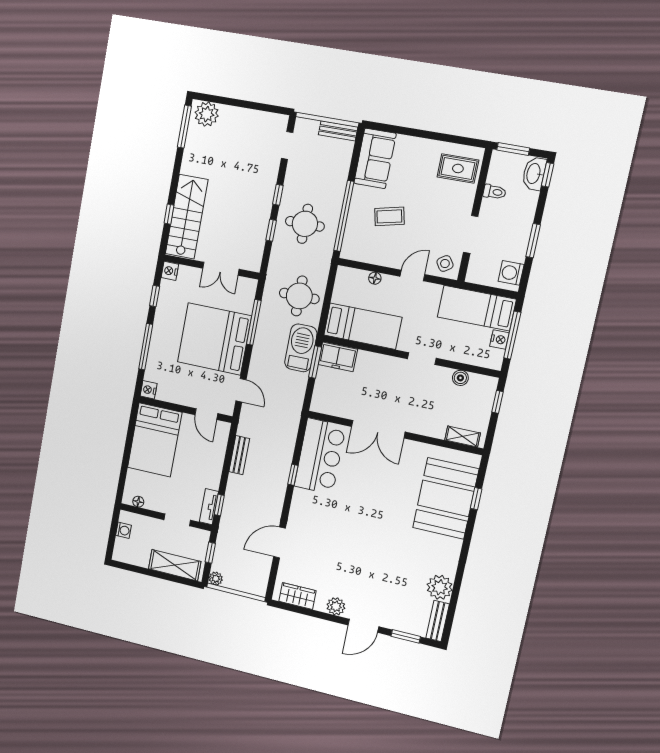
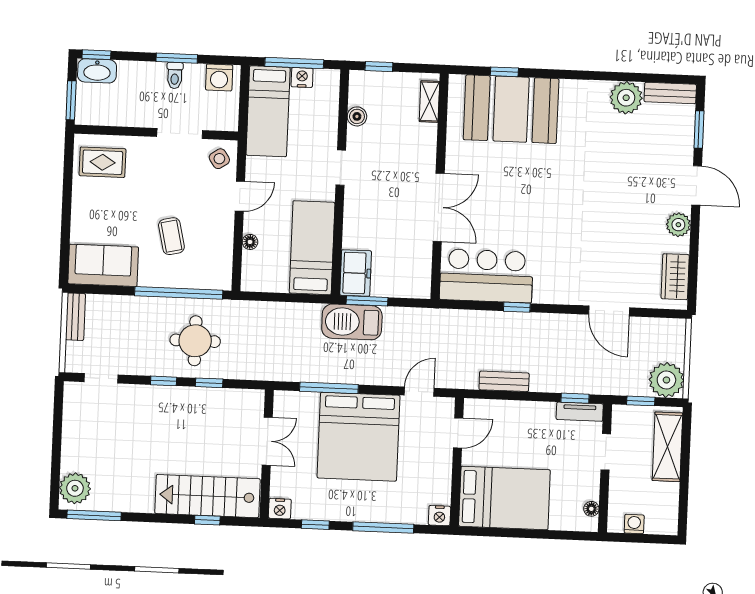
rug: (458, 168) -> (103, 162), turned 90
toilet: (495, 192) -> (175, 75), moved, turned 180
door: (412, 275) -> (240, 196), swing flipped
round table: (299, 296) -> (286, 334), removed
plant: (216, 579) -> (666, 380), width x1.88, depth x1.88

